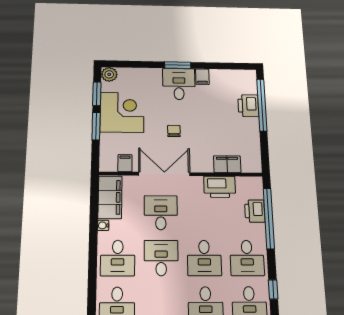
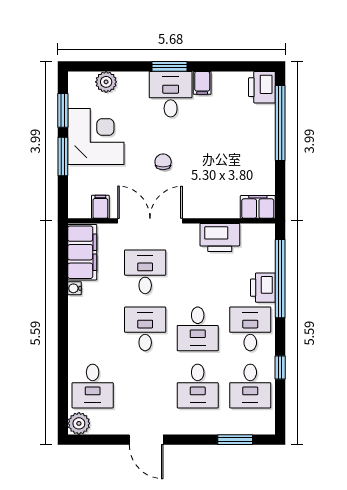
plant: (109, 74) -> (106, 82), moved
printer: (248, 106) -> (262, 87), moved
filing cabinet: (227, 164) -> (258, 207), moved
printer: (255, 211) -> (263, 288), moved
desk: (118, 258) -> (93, 329), removed
desk: (247, 258) -> (250, 329), turned 180

